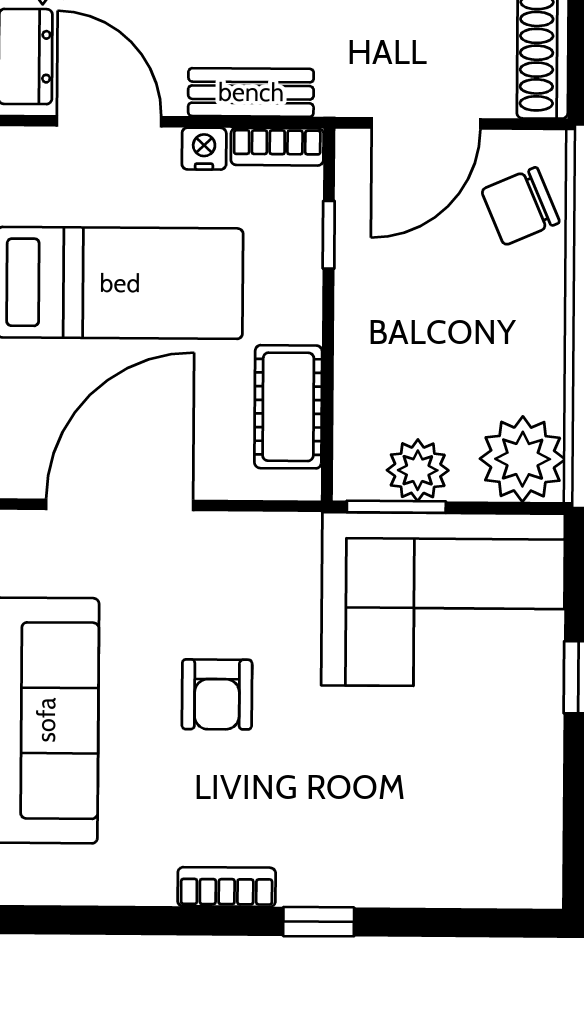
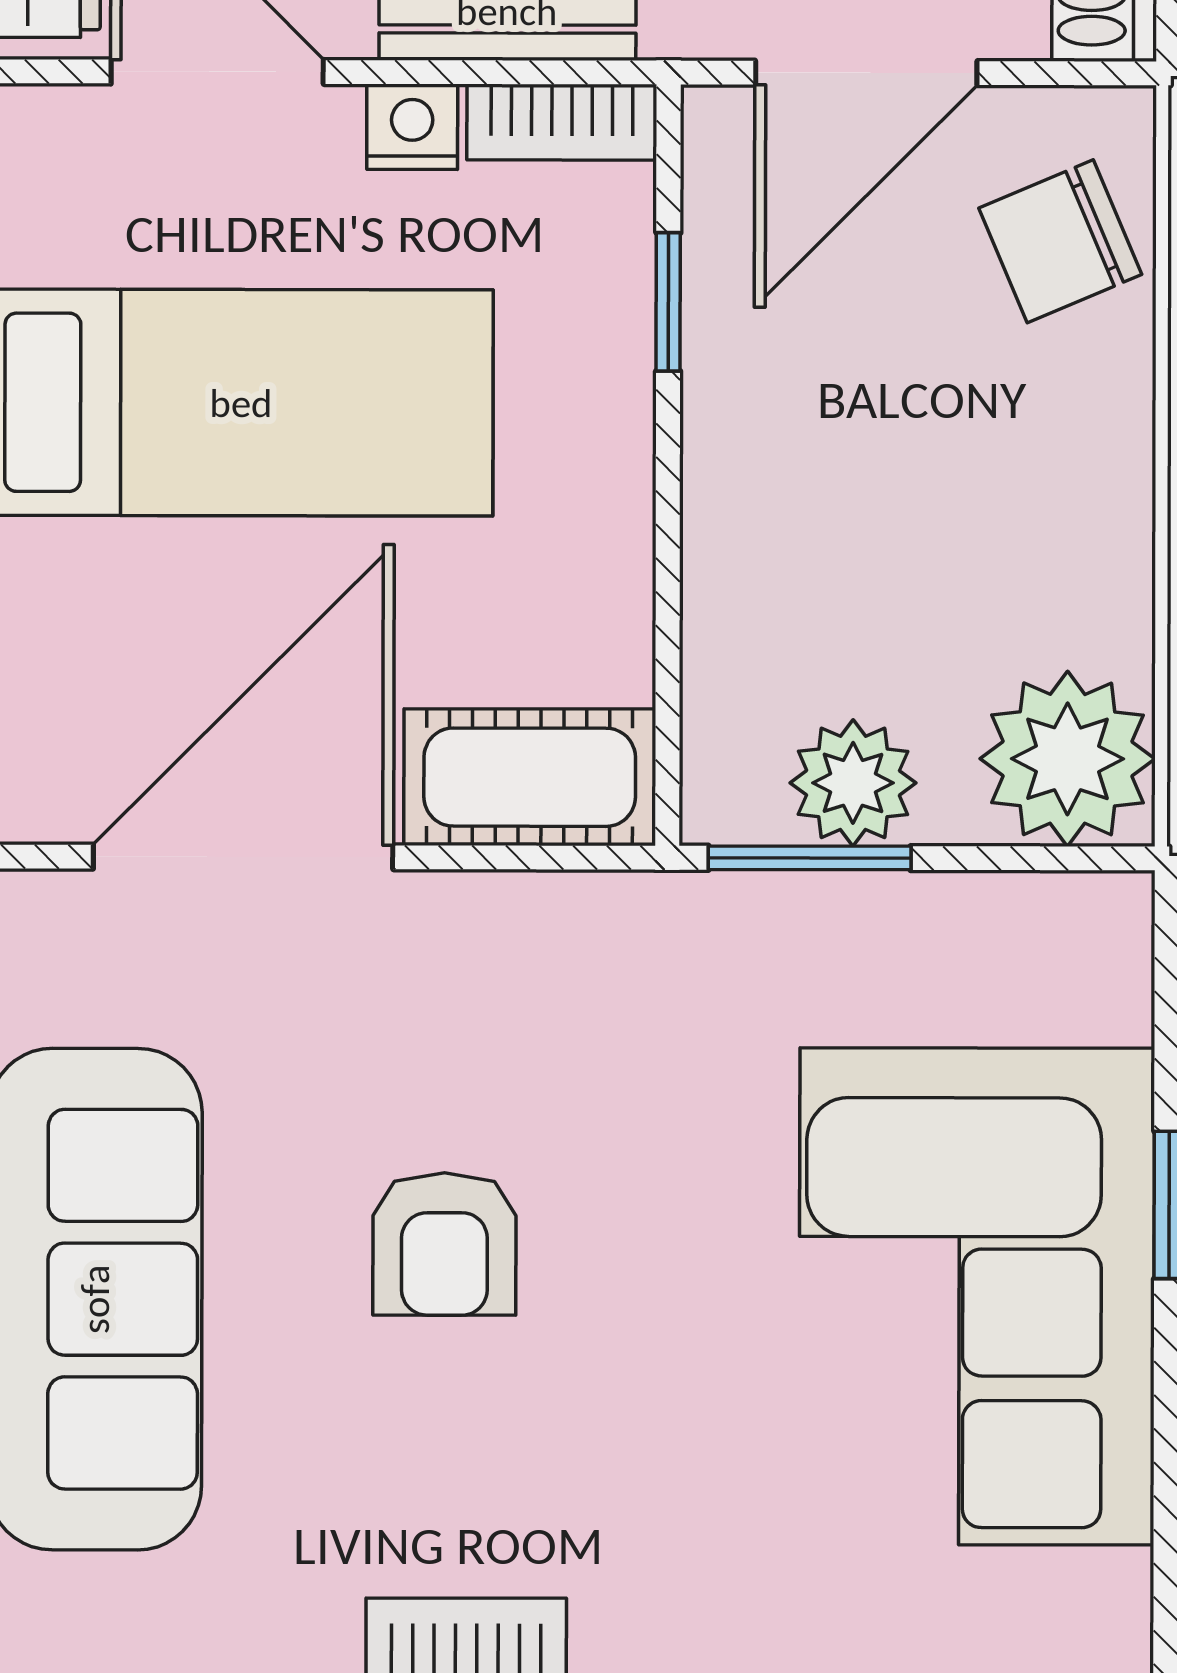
cot: (288, 407) -> (530, 777), moved, turned 90
corner sofa: (443, 600) -> (977, 1296), moved, turned 90

